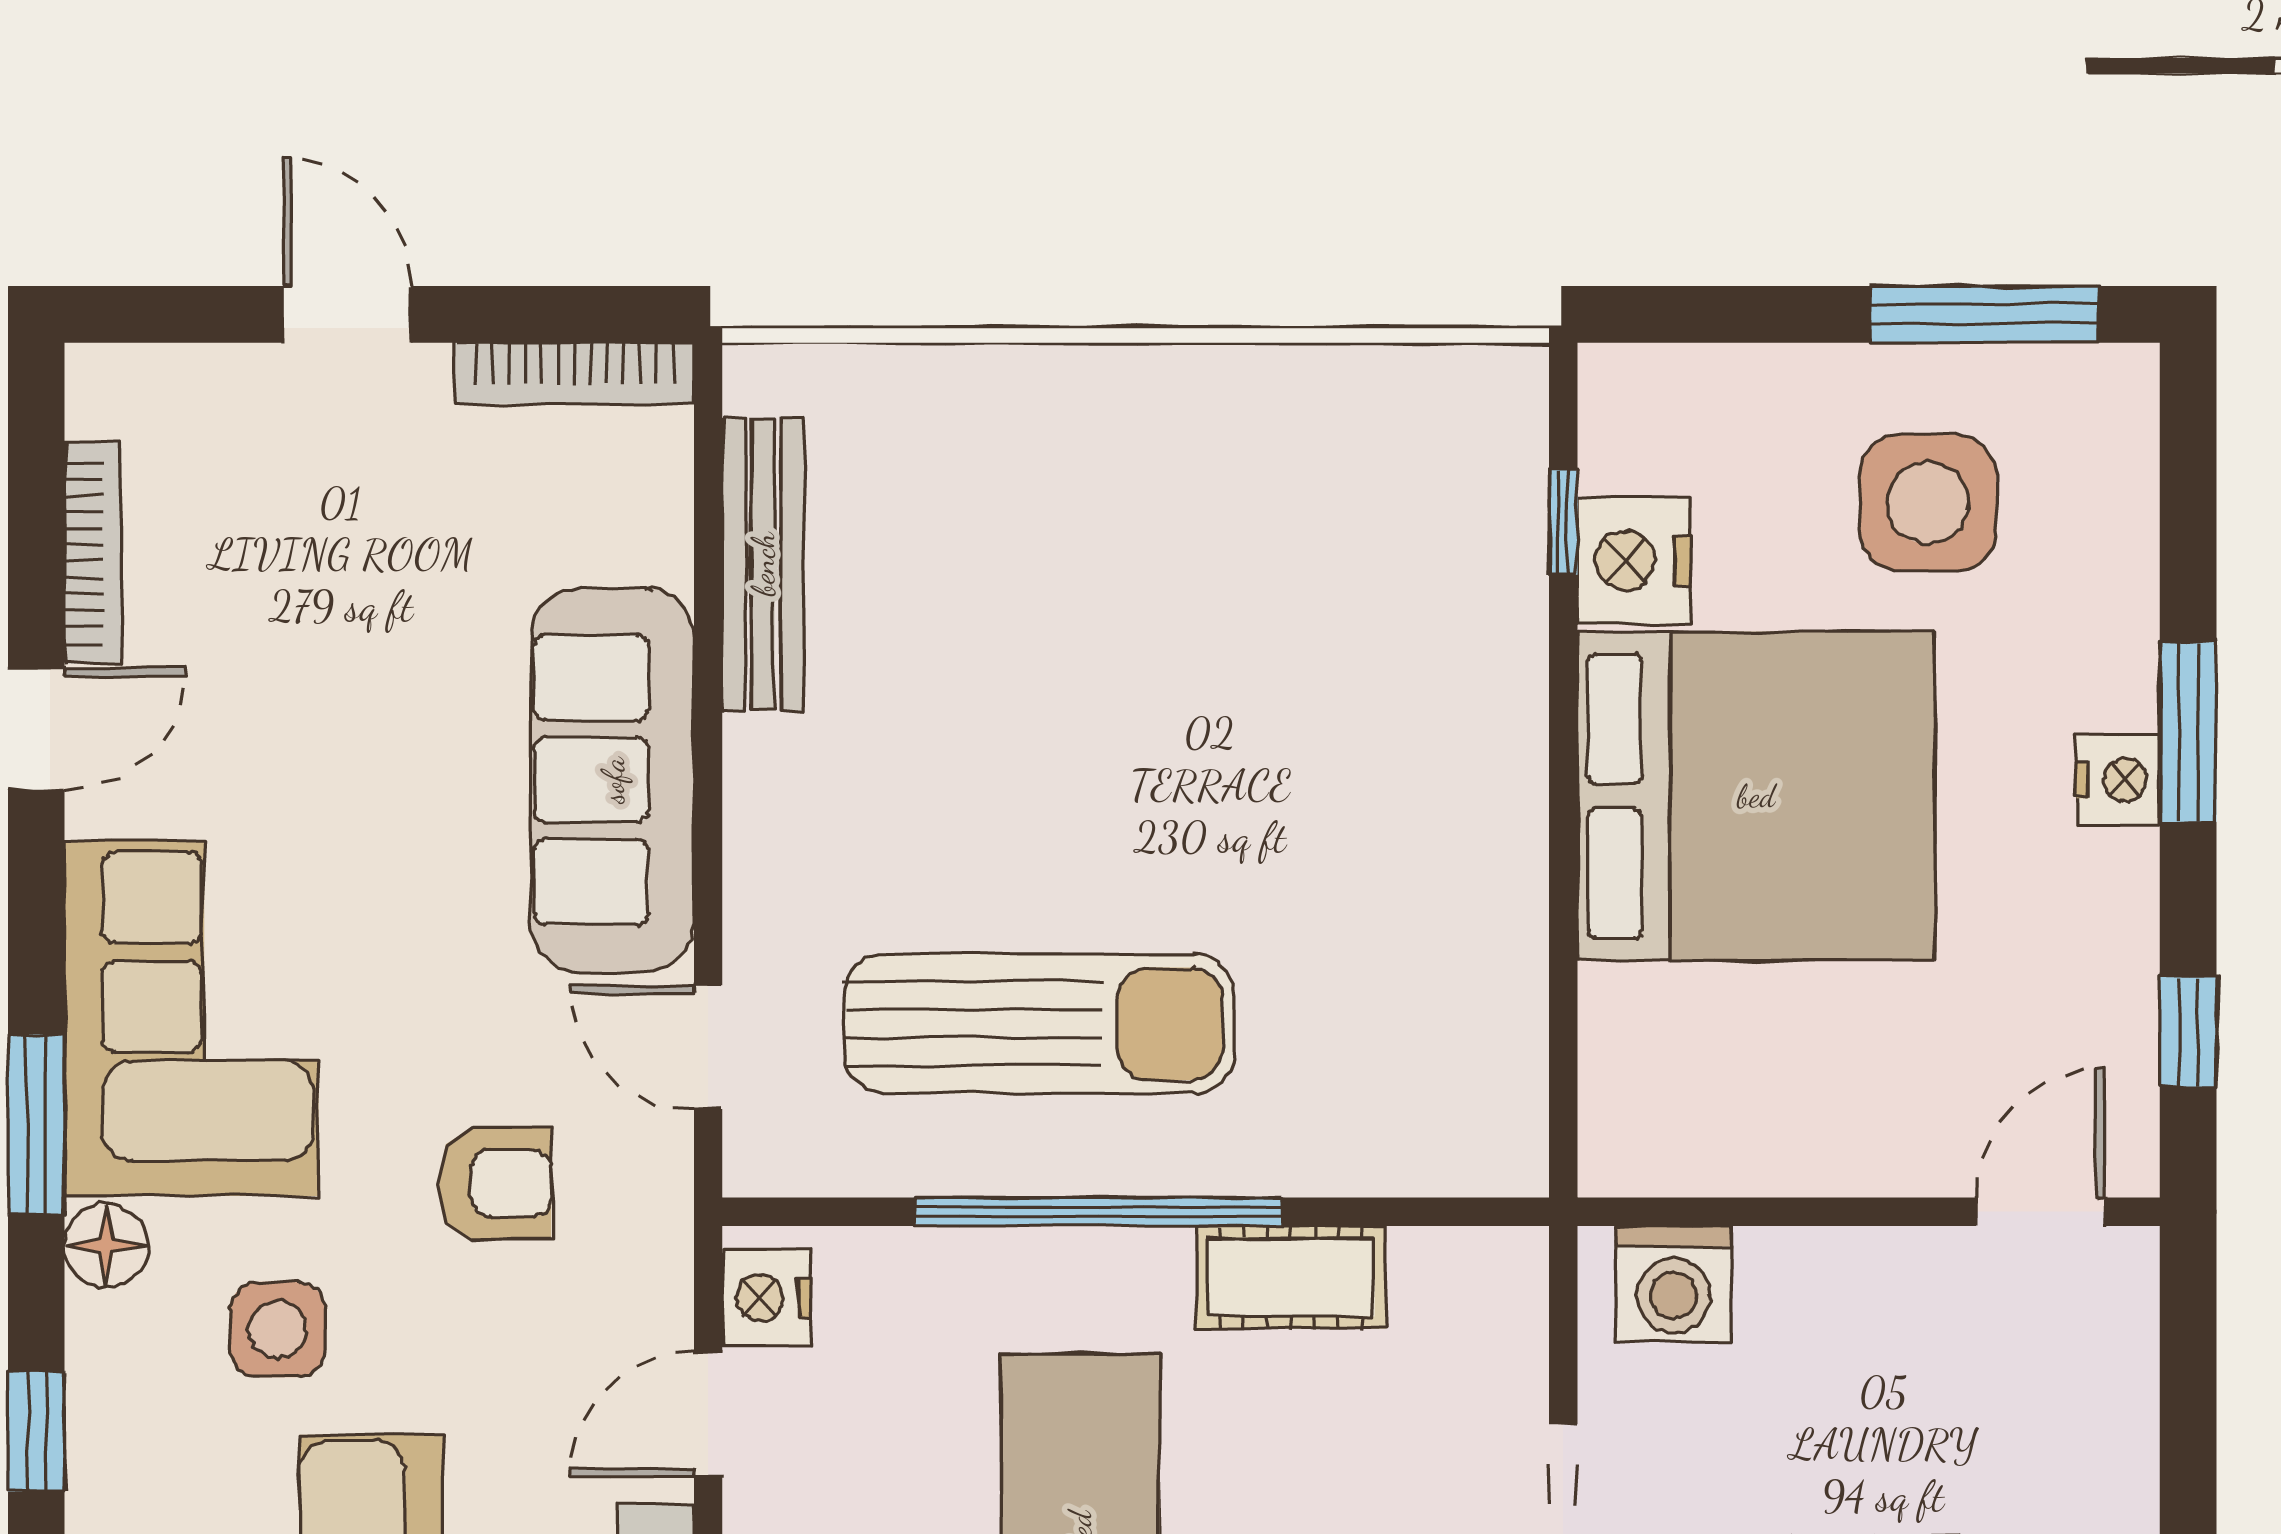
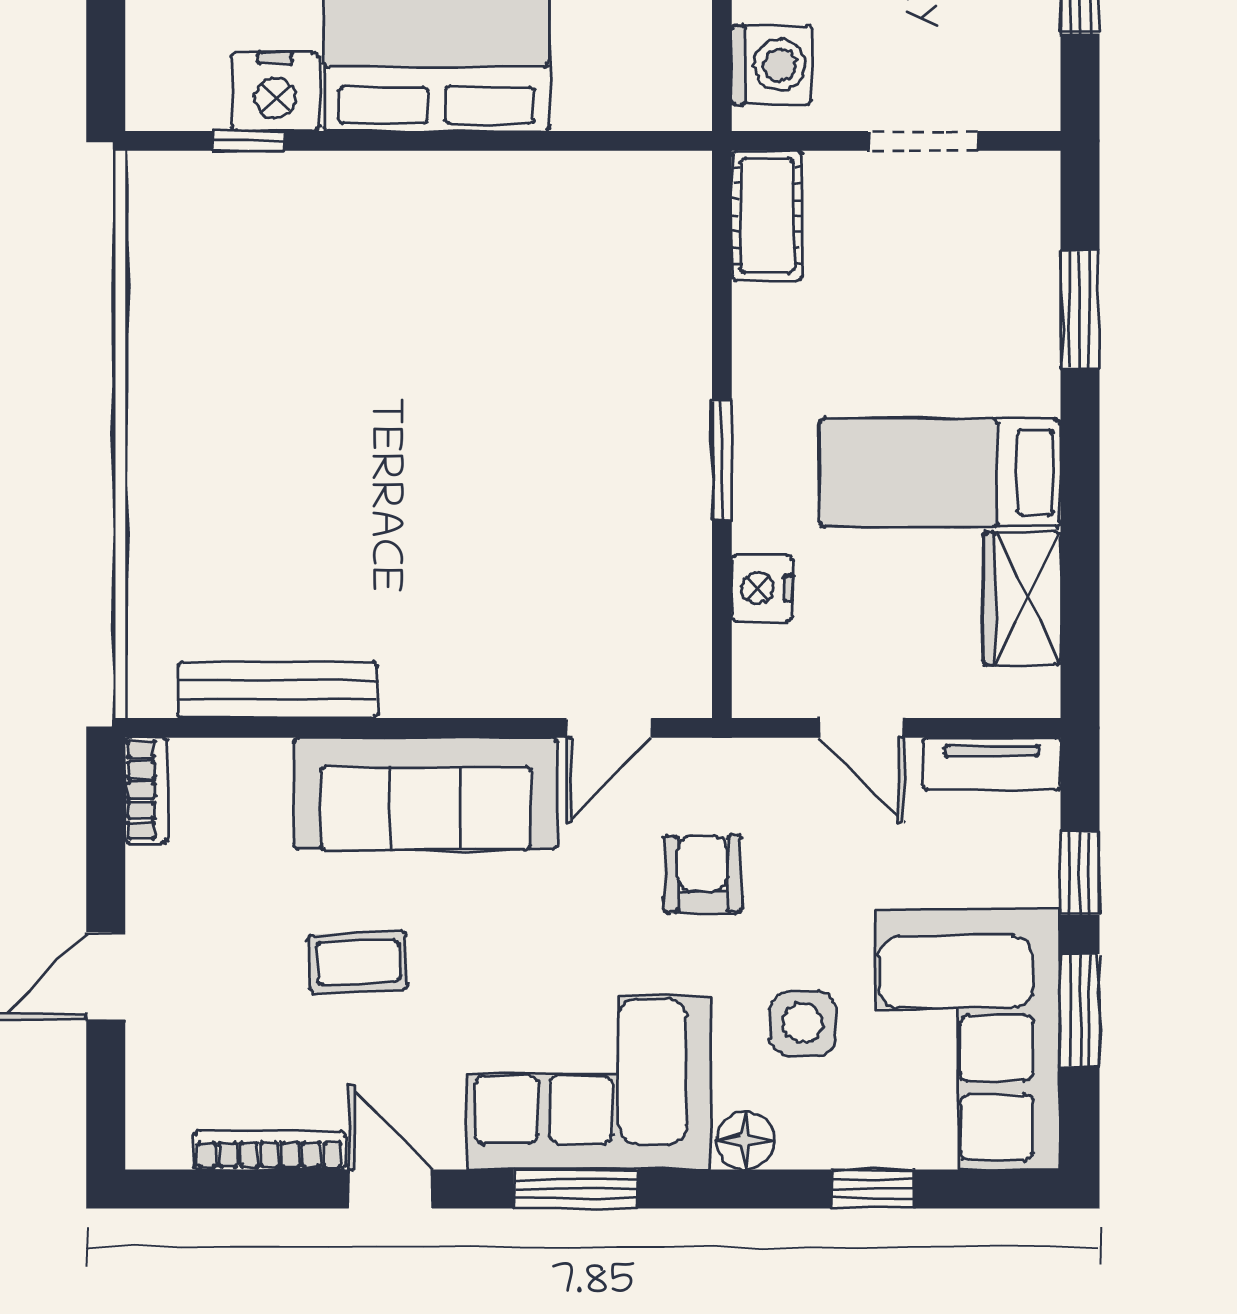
bookcase: (575, 373) -> (146, 790), width x0.64
coffee table: (367, 681) -> (358, 962), added
sun lounger: (1039, 1024) -> (593, 501), removed
window: (36, 1125) -> (576, 1189), moved
window: (1099, 1212) -> (722, 460), width x0.47
cot: (1291, 1277) -> (767, 216), moved
nightstand: (767, 1298) -> (762, 588), moved, turned 90

